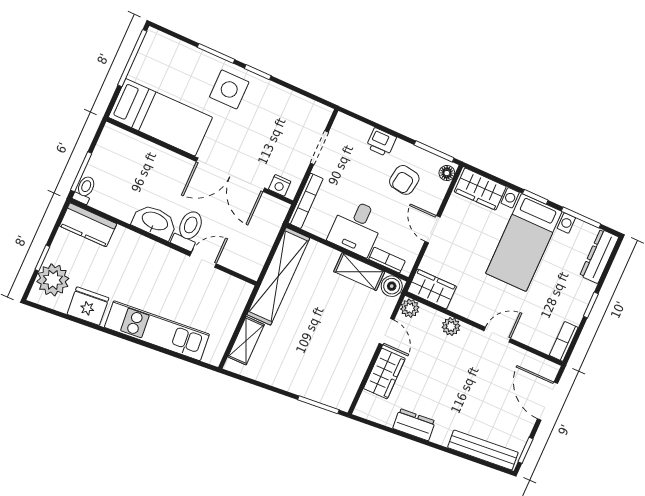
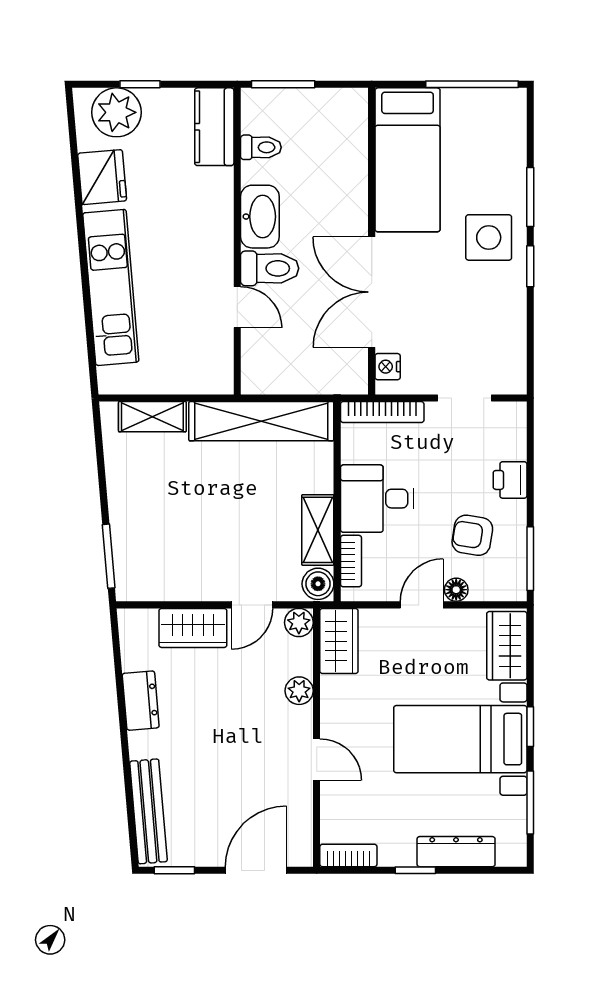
floor lamp: (447, 173) -> (456, 590), moved
toilet: (85, 190) -> (261, 147), moved
dresser: (599, 256) -> (456, 852), moved

